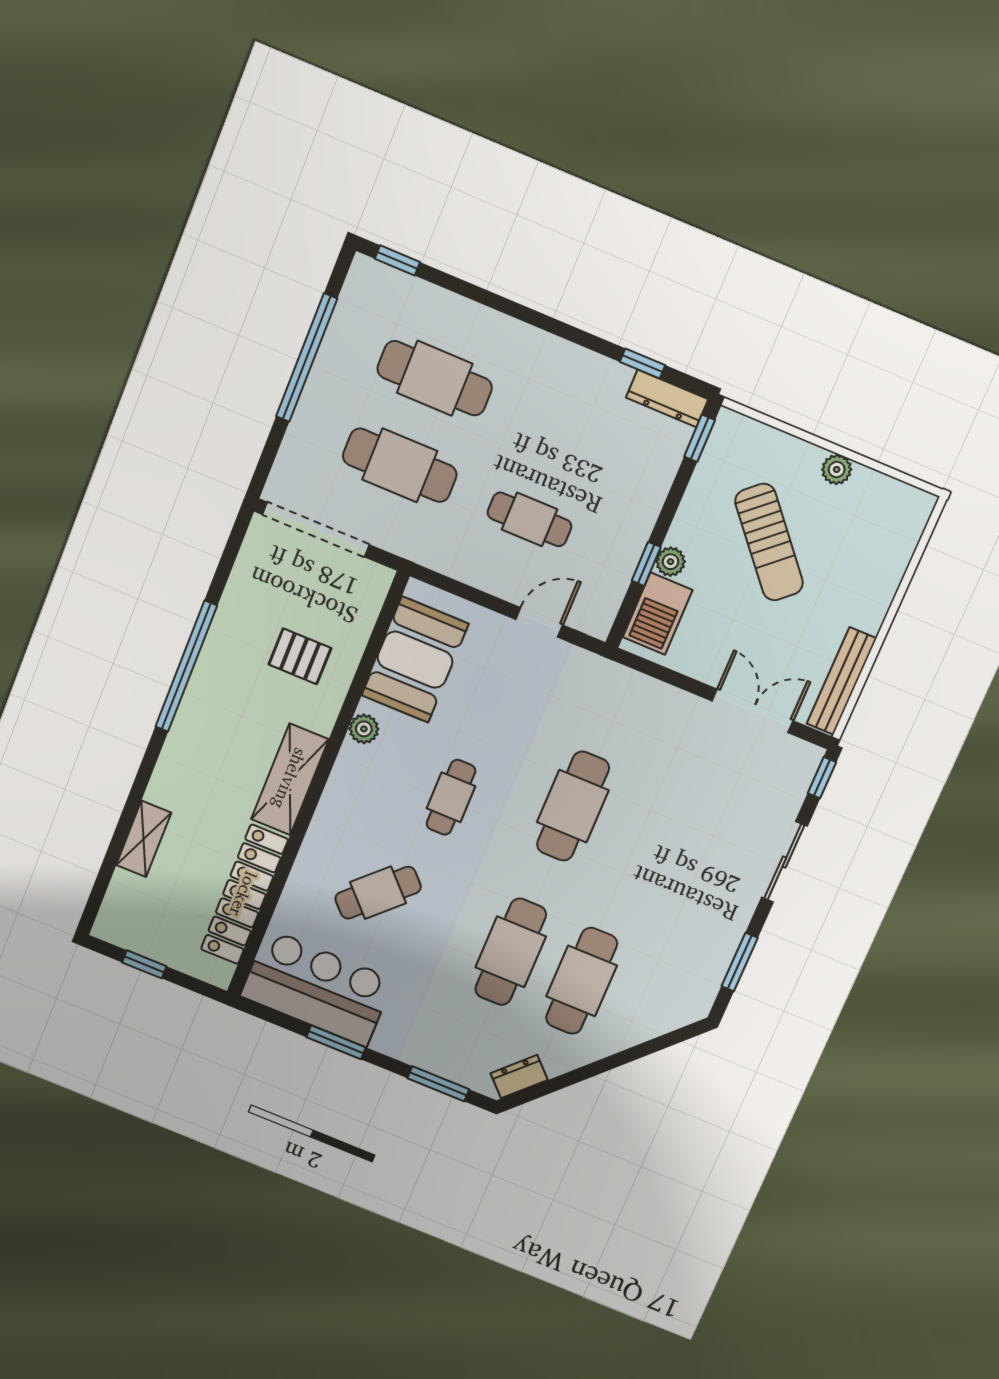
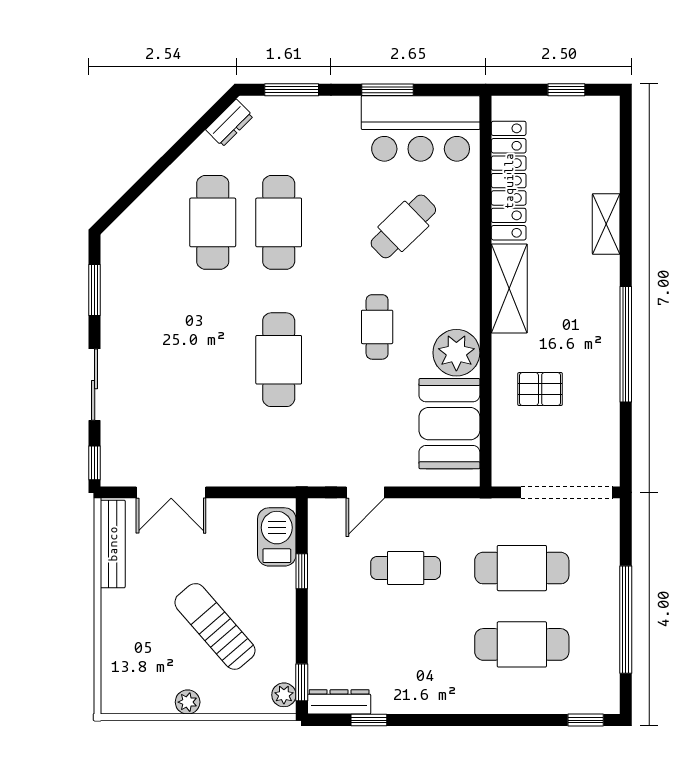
plant: (671, 562) -> (284, 695), moved
plant: (364, 729) -> (456, 353), width x1.87, depth x1.87
shelving: (144, 839) -> (606, 224), moved

